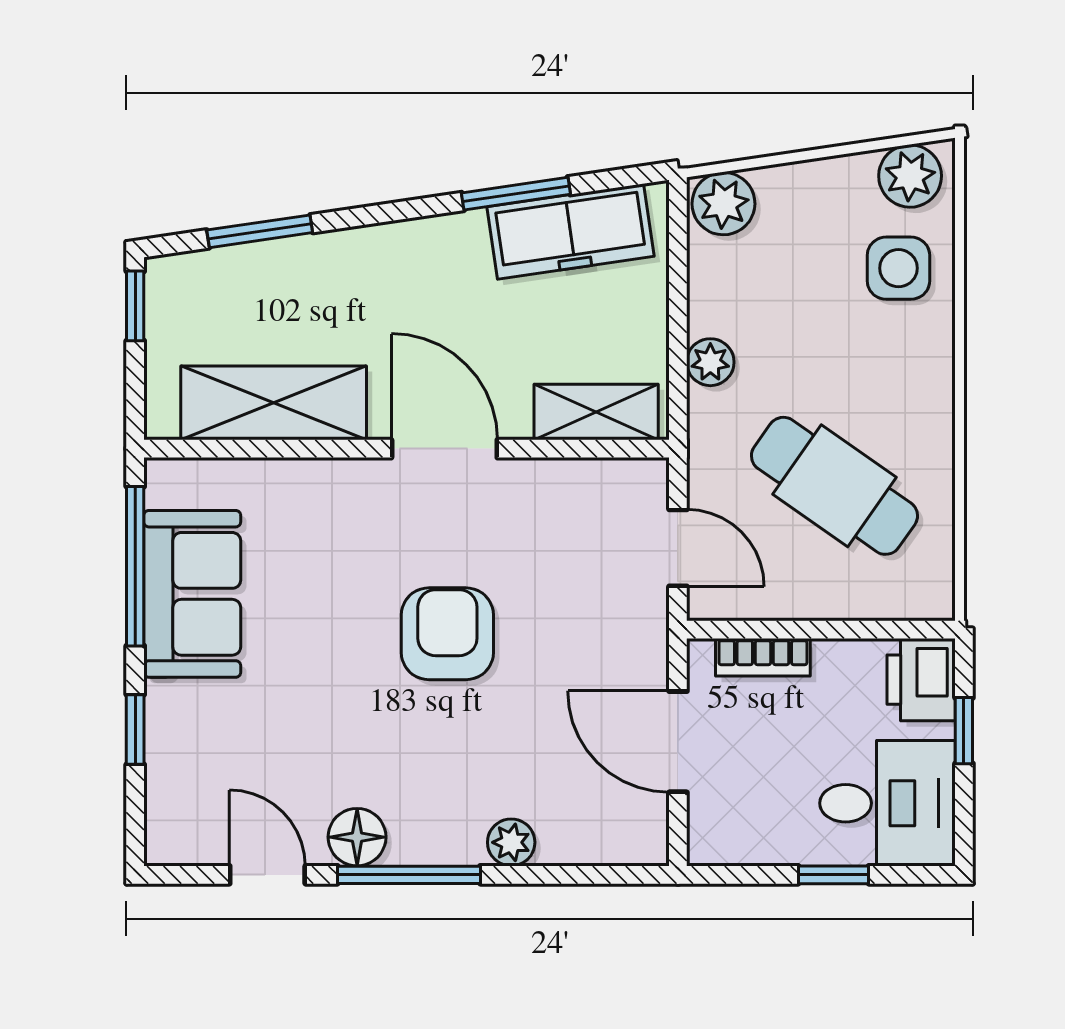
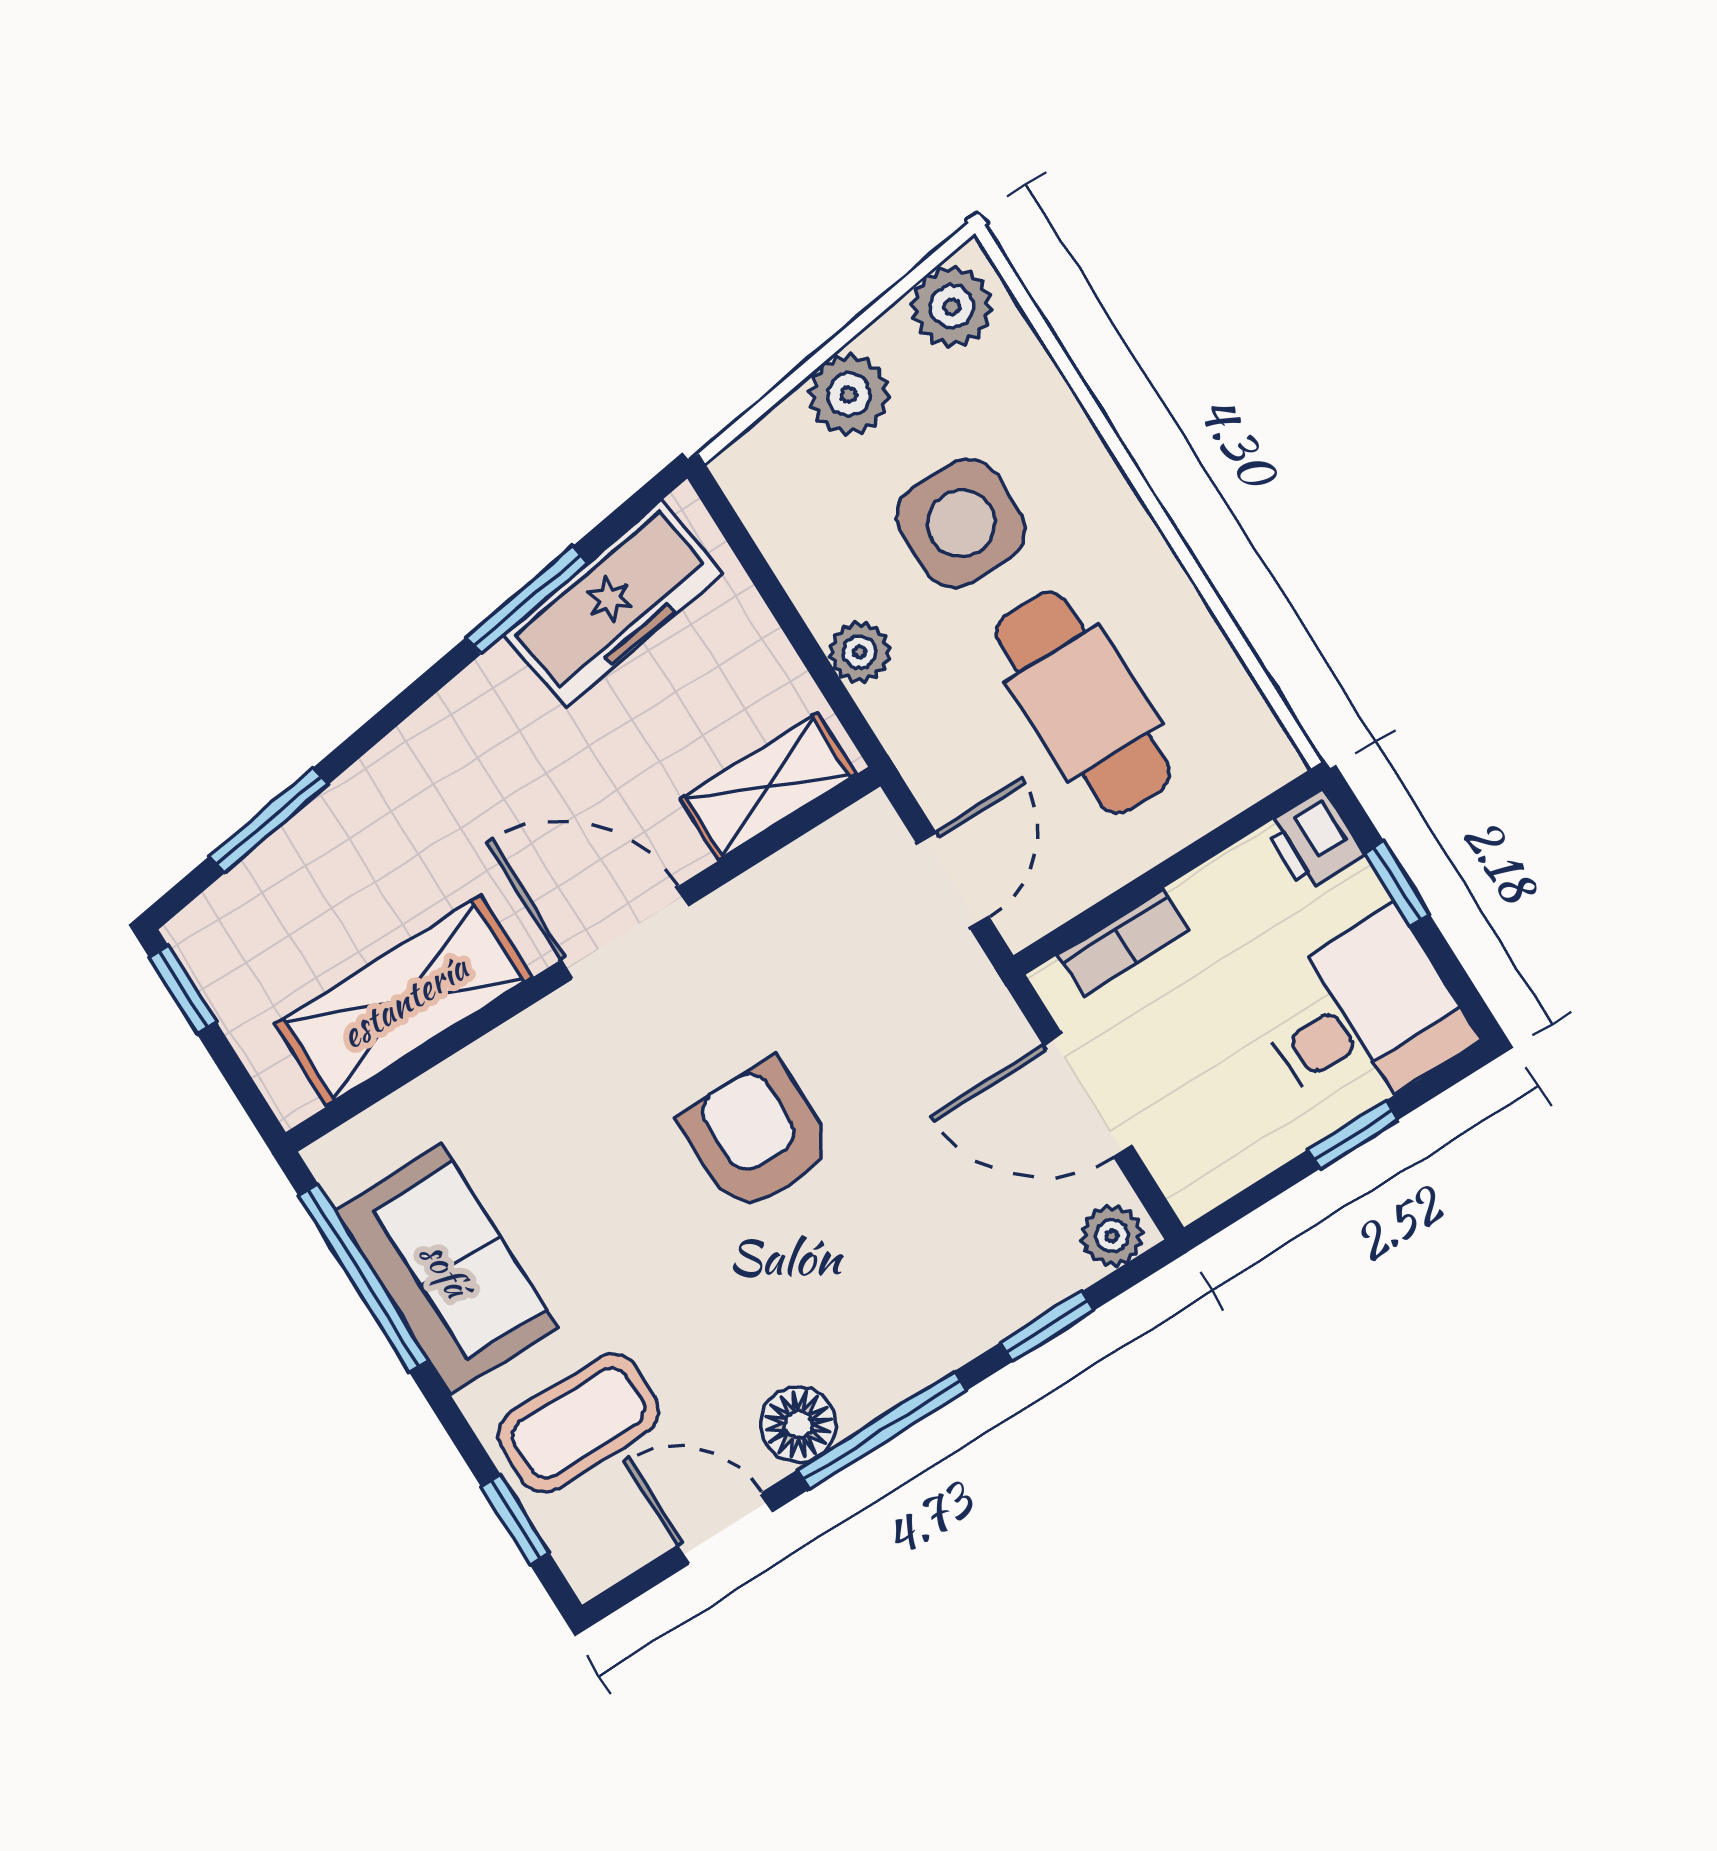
plant: (723, 204) -> (849, 395), moved
side table: (898, 268) -> (961, 523), moved, width x1.37, depth x1.37
cafe table: (834, 486) -> (1083, 703), turned 55
door: (678, 548) -> (953, 880), hinge flipped
printer: (921, 680) -> (1314, 841), width x0.73, depth x0.81
window: (135, 729) -> (515, 1520), moved
coffee table: (215, 747) -> (578, 1423), added
plant: (511, 842) -> (1112, 1236), moved
window: (558, 875) -> (1047, 1327), added

